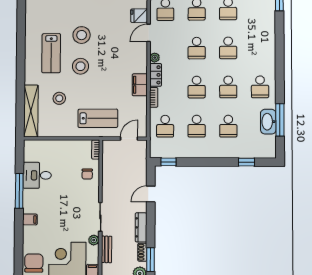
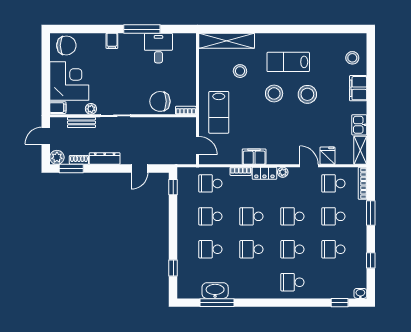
school desk: (260, 87) -> (292, 282), moved
chair: (87, 174) -> (160, 101), width x1.87, depth x1.87
door: (151, 194) -> (139, 169), swing flipped

